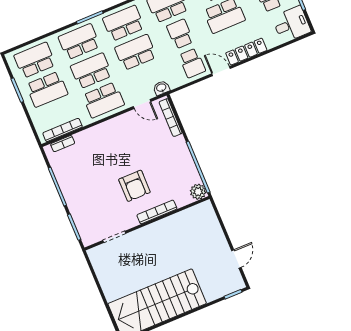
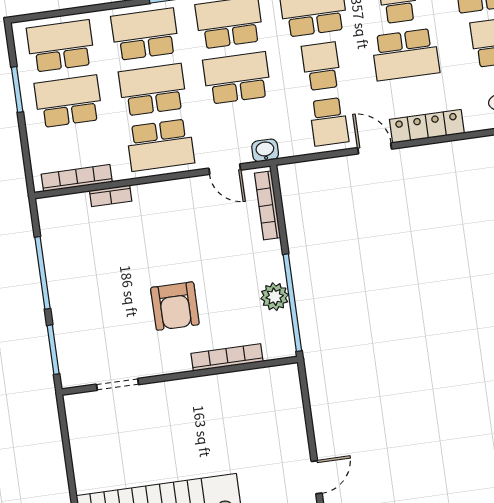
school desk: (47, 89) -> (68, 101), turned 180
bookcase: (63, 144) -> (111, 196), moved
plant: (198, 192) -> (275, 297), moved
bookcase: (157, 212) -> (227, 357), moved

